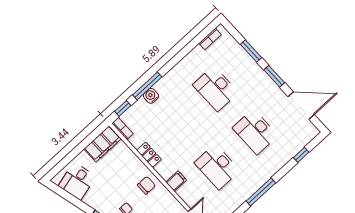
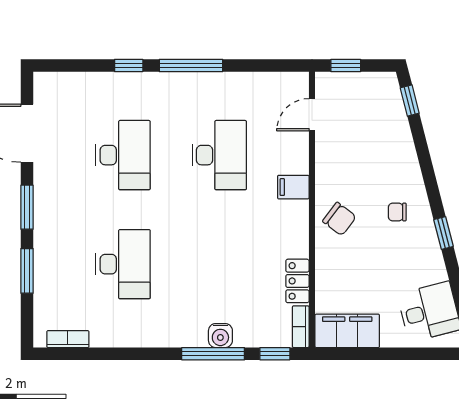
locker: (149, 155) -> (297, 281), moved
window: (301, 155) -> (129, 65), moved
chair: (146, 185) -> (339, 219), turned -143

